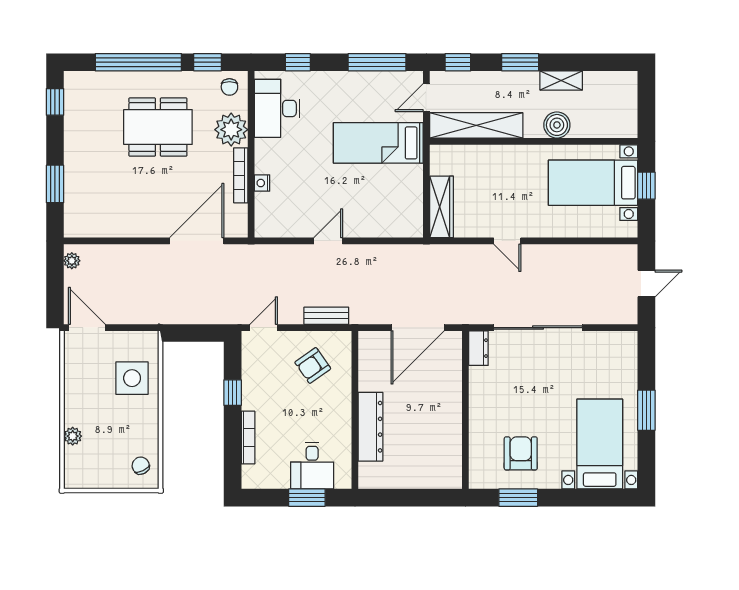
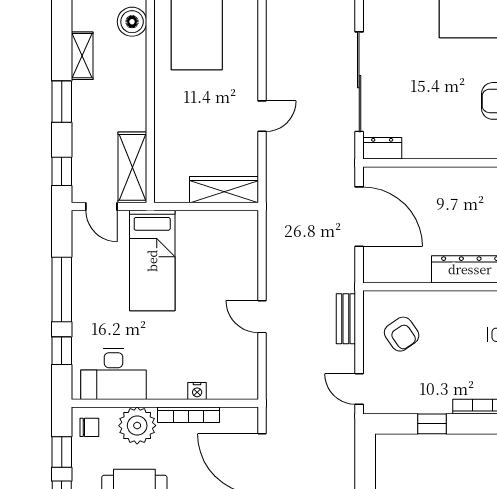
window: (377, 62) -> (62, 289), moved
shelving: (476, 125) -> (132, 167), width x0.68
boiler: (557, 125) -> (132, 22), moved

